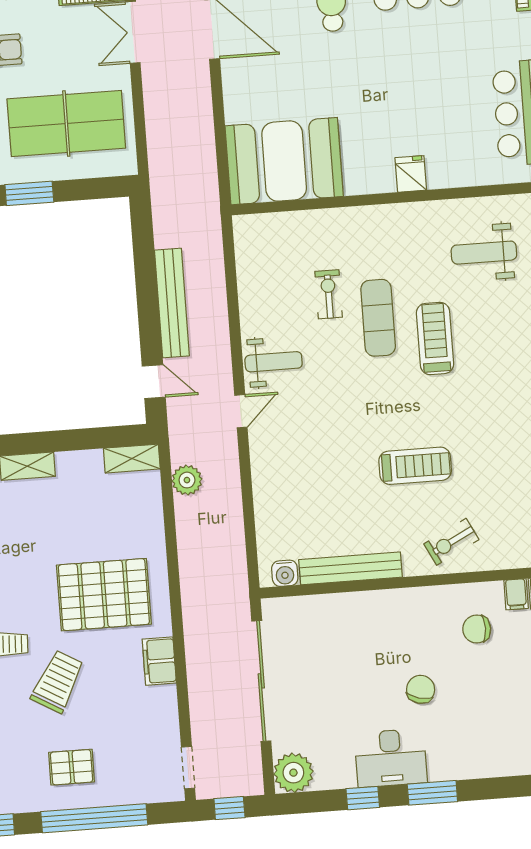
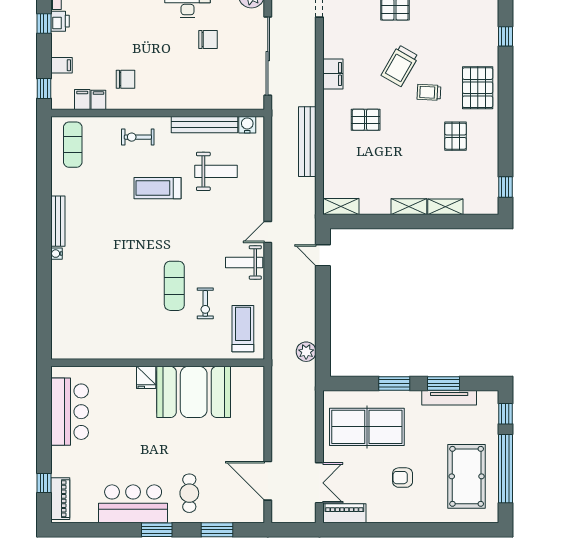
booth: (284, 161) -> (194, 392), moved
weight bench: (484, 253) -> (216, 171), moved
bench: (172, 303) -> (307, 142), moved
treadmill: (435, 338) -> (243, 329), moved, turned 180
plant: (187, 480) -> (306, 352), moved
exercise bike: (451, 542) -> (138, 137), turned -153
pallet: (104, 595) -> (366, 120), width x0.49, depth x0.50
chair: (421, 689) -> (208, 40), moved, turned -105

